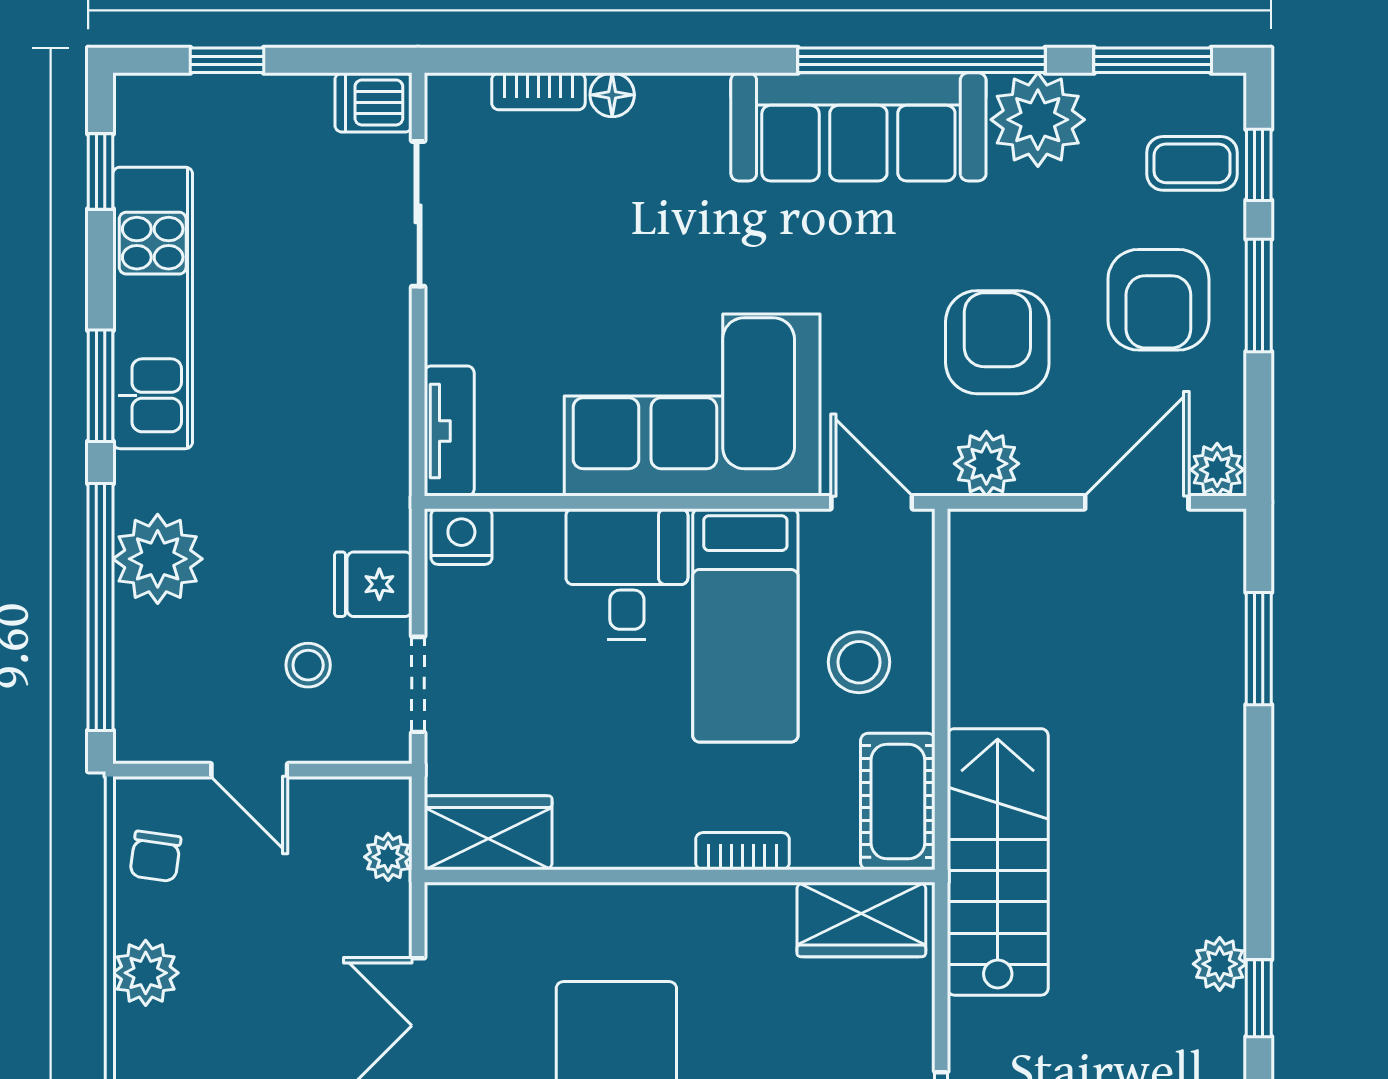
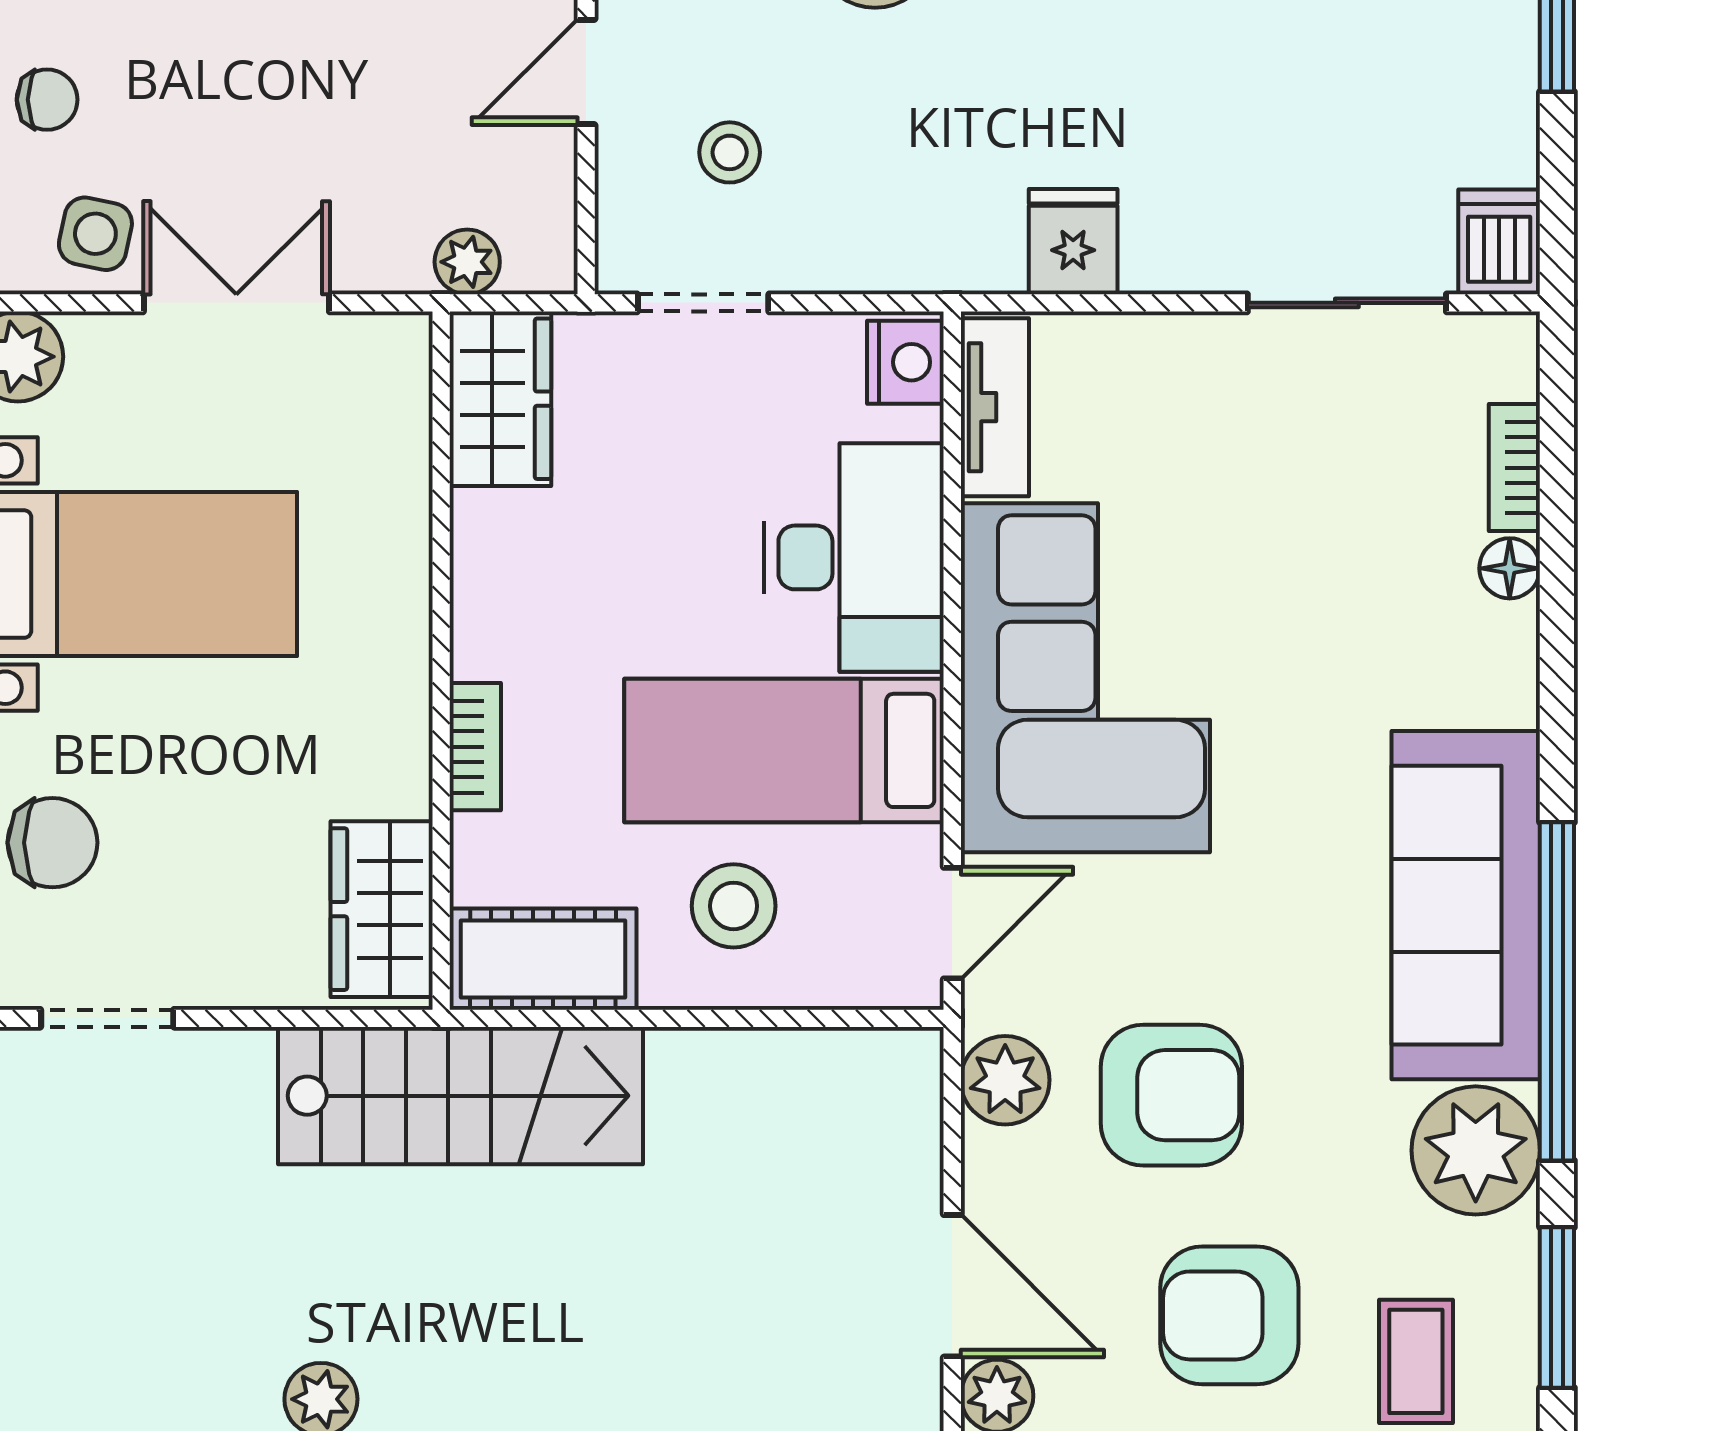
tv unit: (449, 431) -> (995, 407), moved, turned -90
desk: (627, 574) -> (854, 557), width x1.37
fridge: (373, 584) -> (1073, 242), moved

